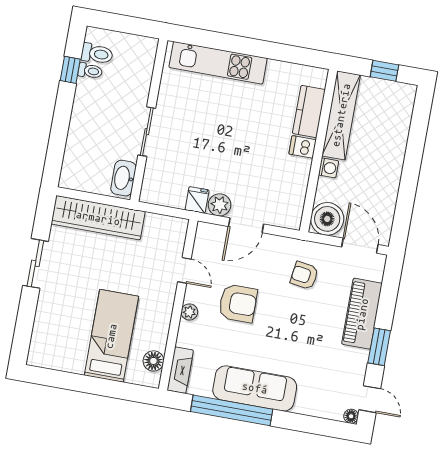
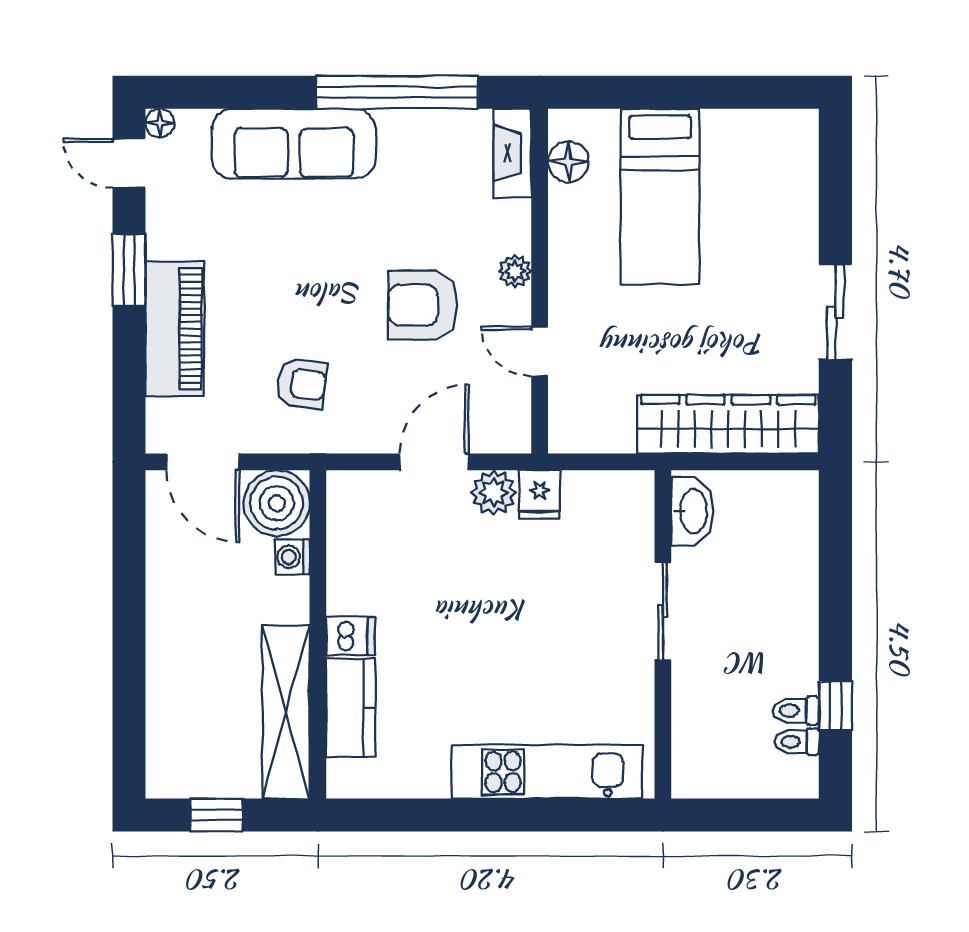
toilet: (97, 54) -> (797, 742), width x0.73, depth x0.72
washing machine: (329, 168) -> (292, 557), moved
sofa: (255, 388) -> (294, 144), moved

